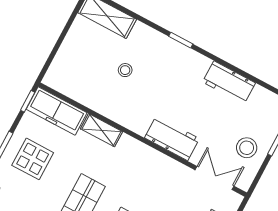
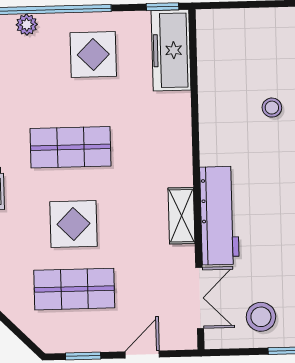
shelving: (102, 130) -> (181, 216), moved
workbench: (172, 138) -> (219, 216), width x1.38

